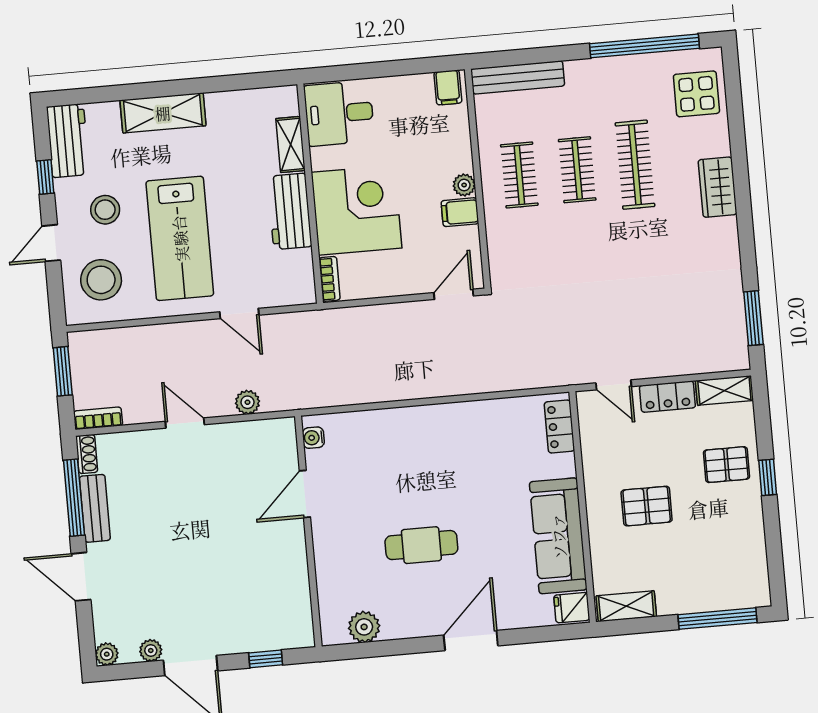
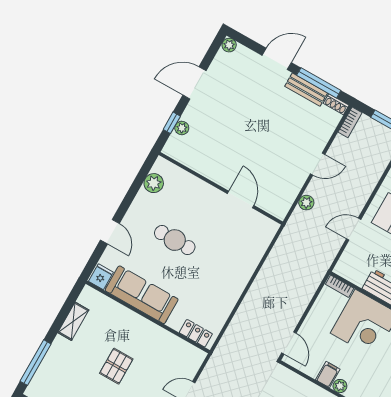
locker: (559, 427) -> (196, 333), moved
water cooler: (313, 438) -> (266, 223), removed
wall: (583, 507) -> (148, 317), moved
sofa: (558, 536) -> (142, 295), moved
cafe table: (421, 545) -> (175, 240), turned 90
fridge: (572, 608) -> (101, 277), moved
door: (471, 641) -> (110, 232), width x0.73
plant: (151, 651) -> (182, 128), moved

